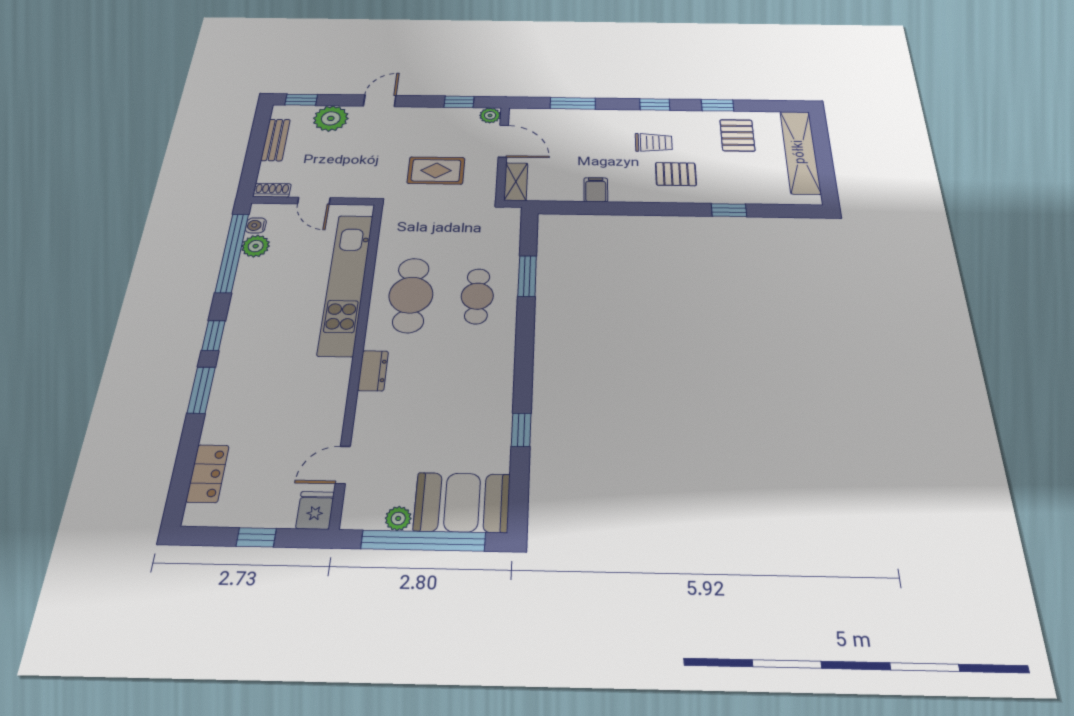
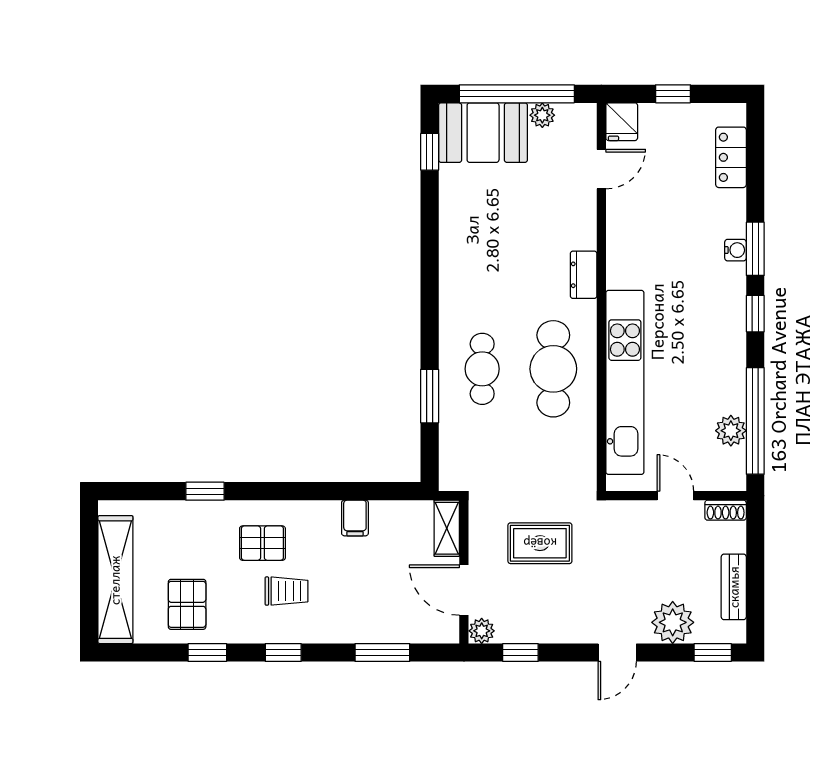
trolley: (654, 143) -> (287, 591), turned 180
water cooler: (256, 225) -> (736, 250), moved
window: (521, 430) -> (430, 152), moved

